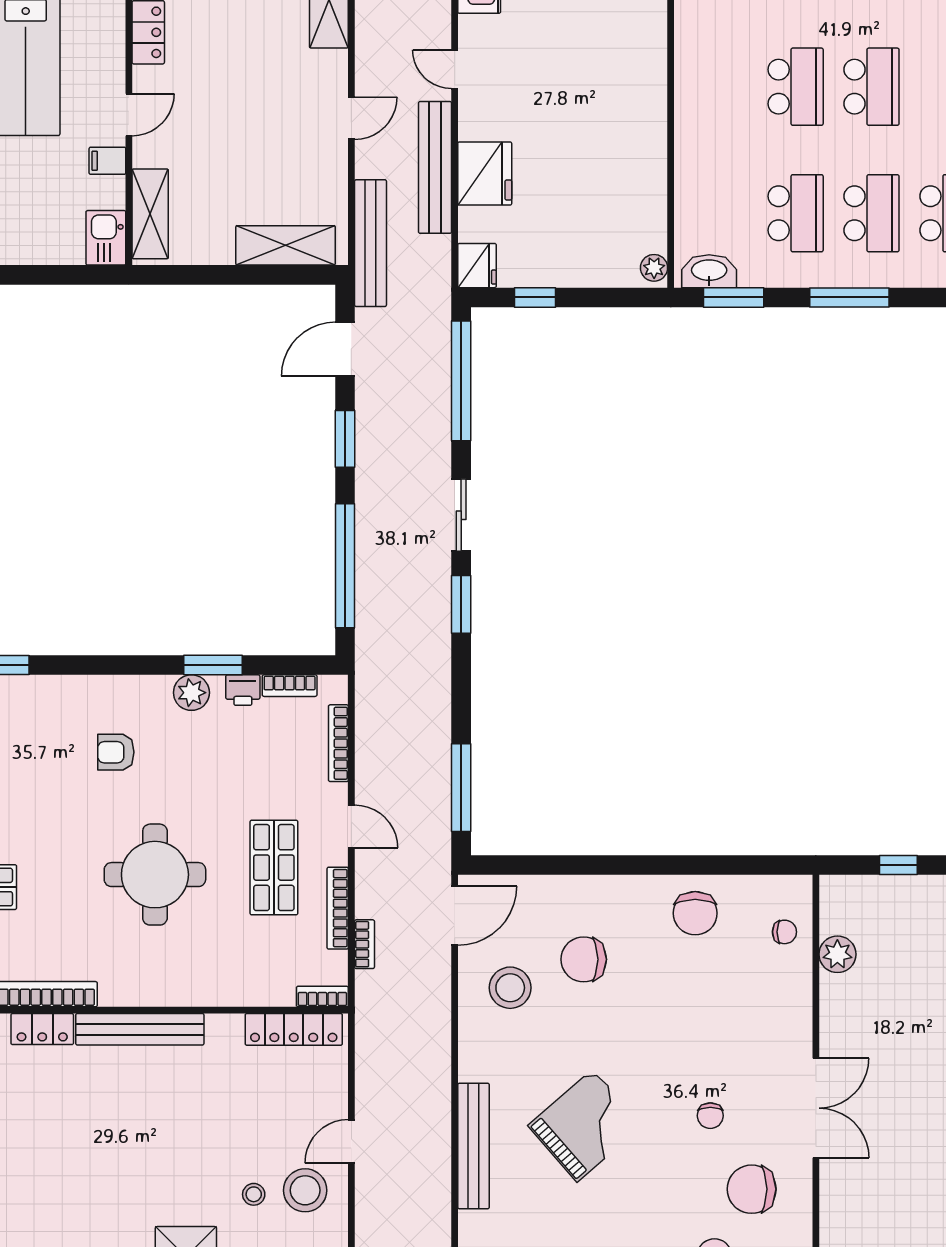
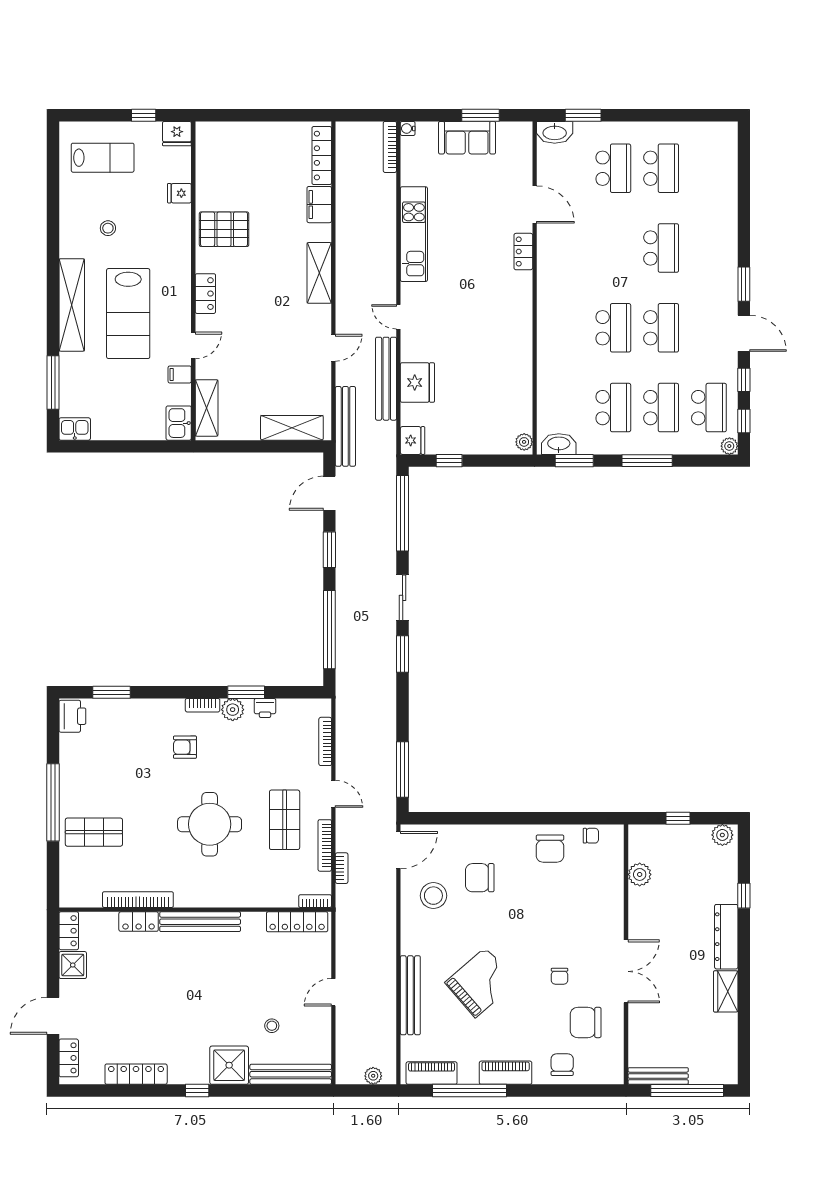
bookcase: (290, 686) -> (203, 705), moved
chair: (784, 932) -> (591, 836), moved
stool: (305, 1190) -> (304, 1023), removed

